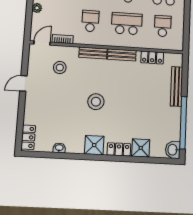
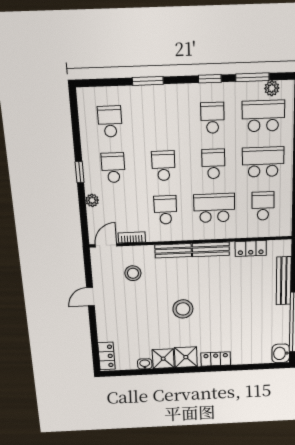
shower: (141, 148) -> (163, 359), moved

